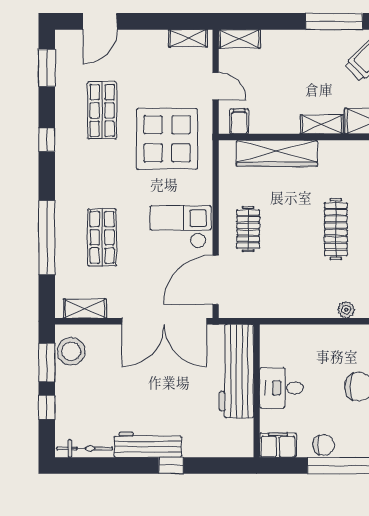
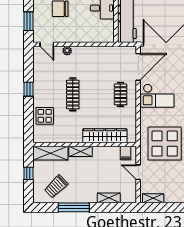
shelving: (239, 39) -> (109, 198), moved

